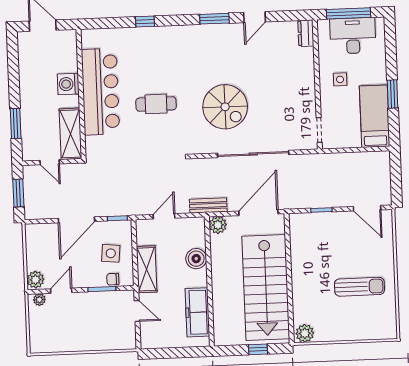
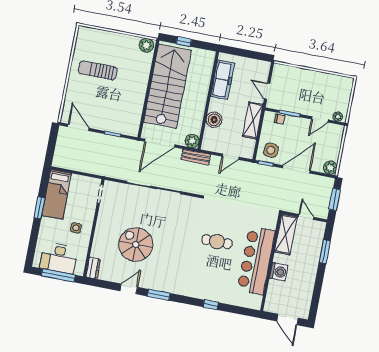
spiral stairs: (225, 107) -> (136, 244), moved
side table: (111, 253) -> (271, 150), moved
plant: (35, 280) -> (330, 168), moved

